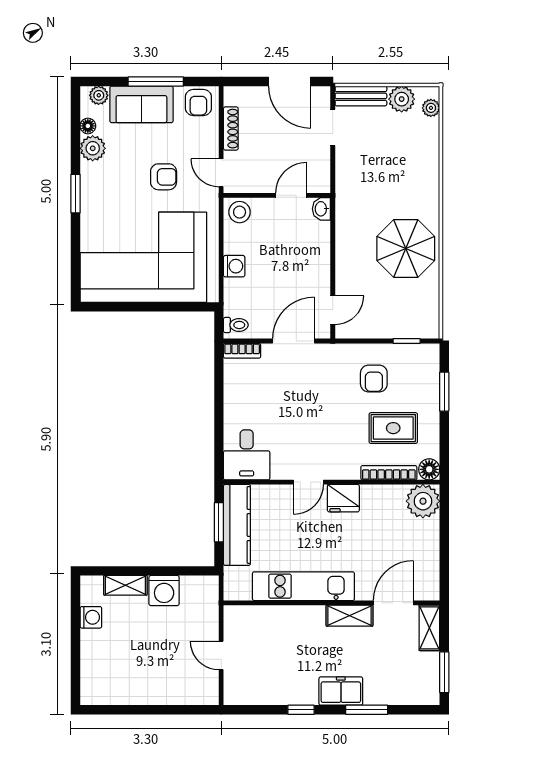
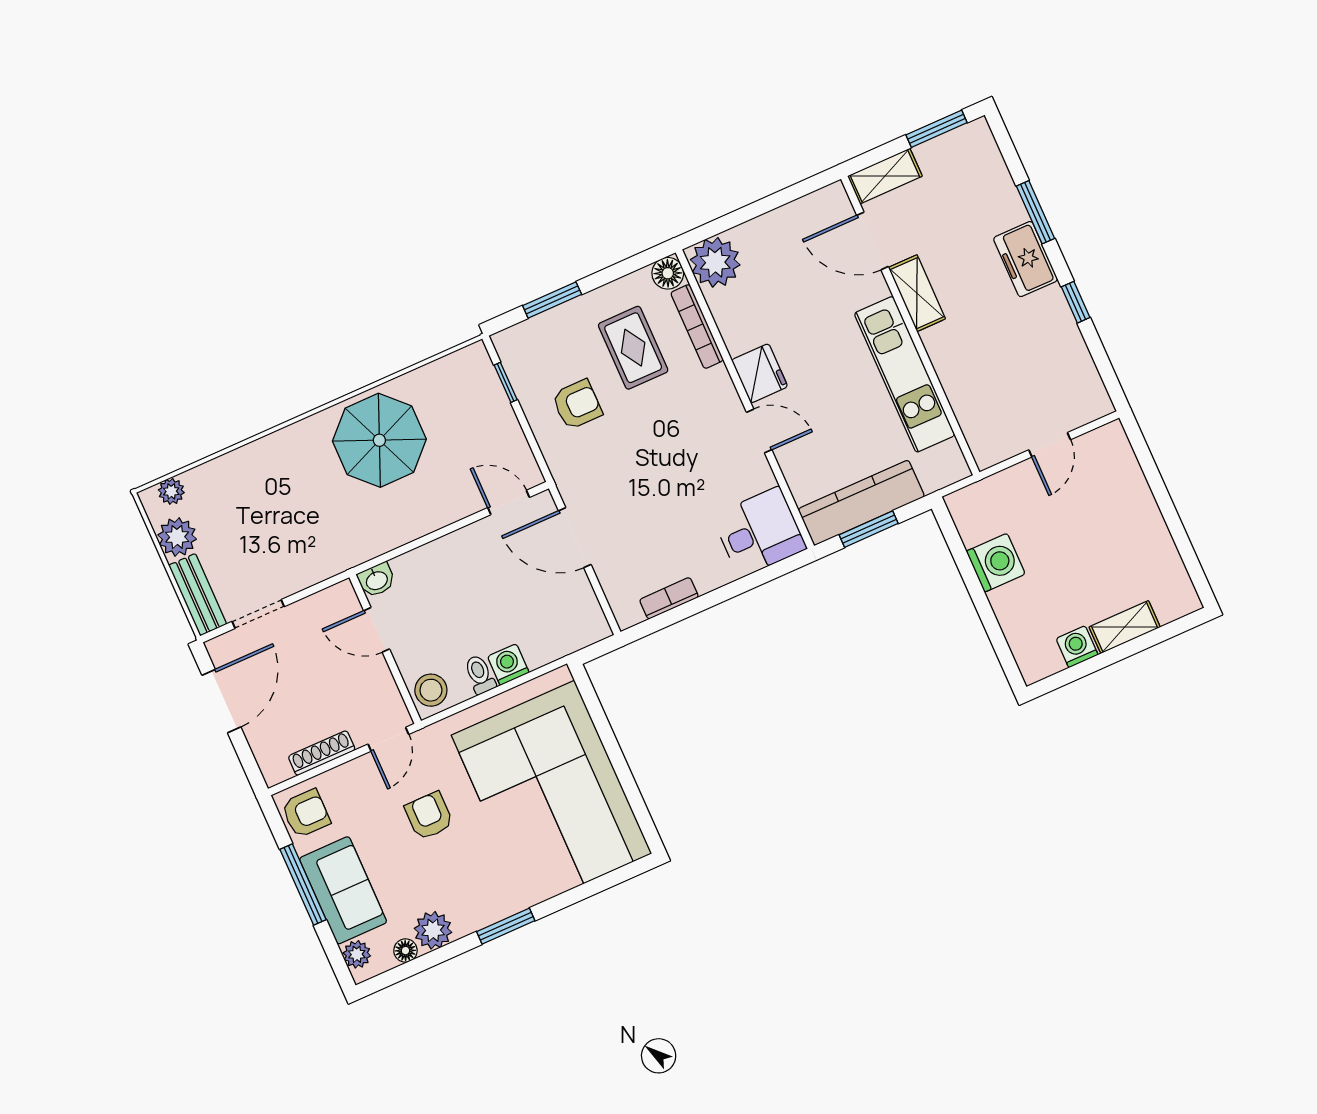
toilet: (236, 325) -> (480, 674), moved
bookcase: (242, 351) -> (669, 598), moved, turned -90
shelving: (125, 585) -> (1125, 627), moved, turned 90

